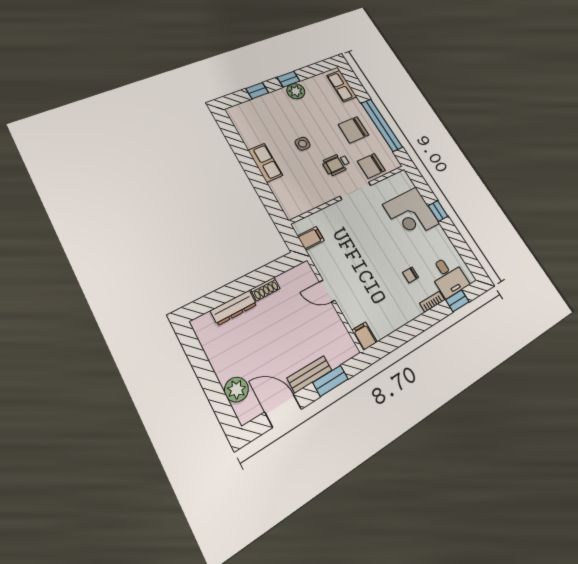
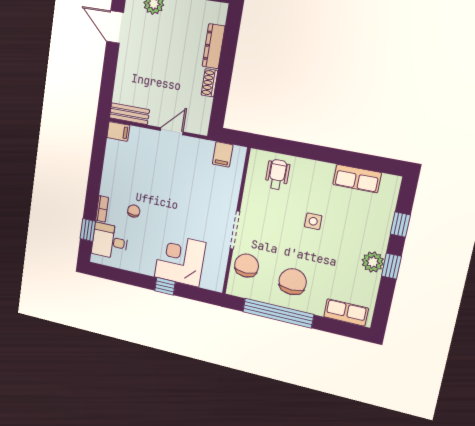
row of seats: (265, 163) -> (357, 179), moved
wheelchair: (336, 164) -> (277, 175), moved
bench: (309, 374) -> (129, 114), moved, turned 90
window: (330, 381) -> (108, 78), removed
door: (283, 411) -> (115, 27), swing flipped

